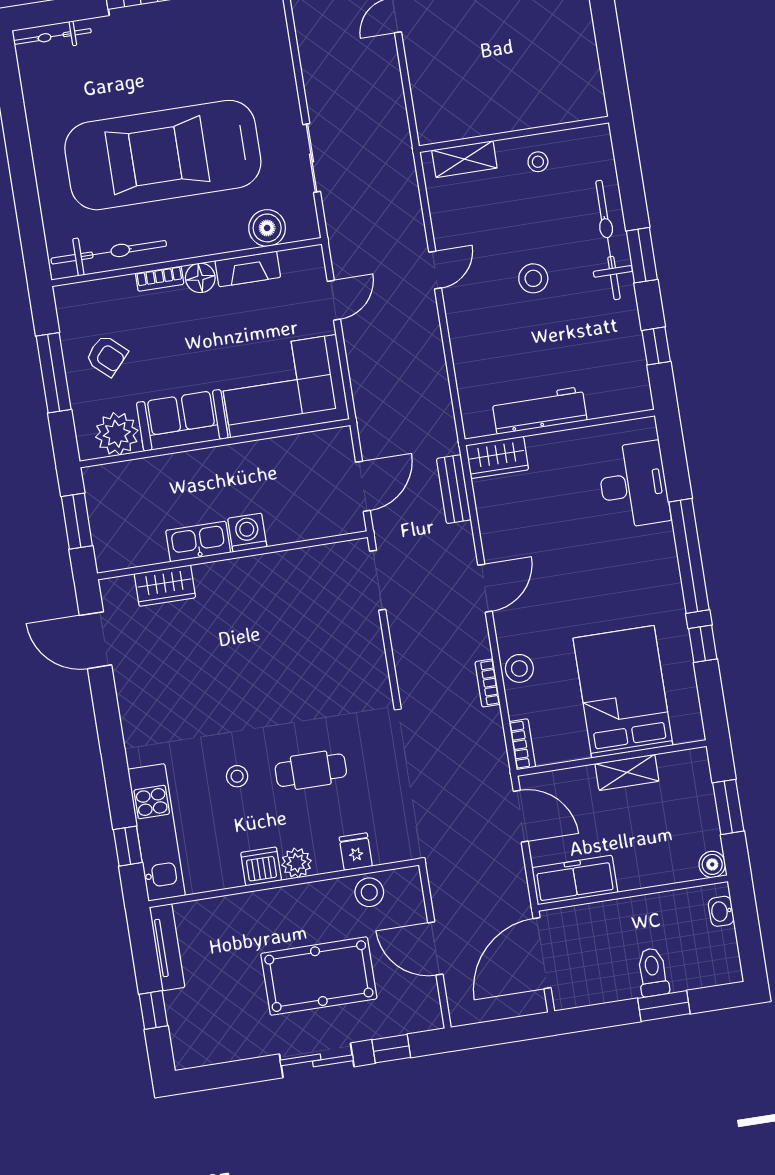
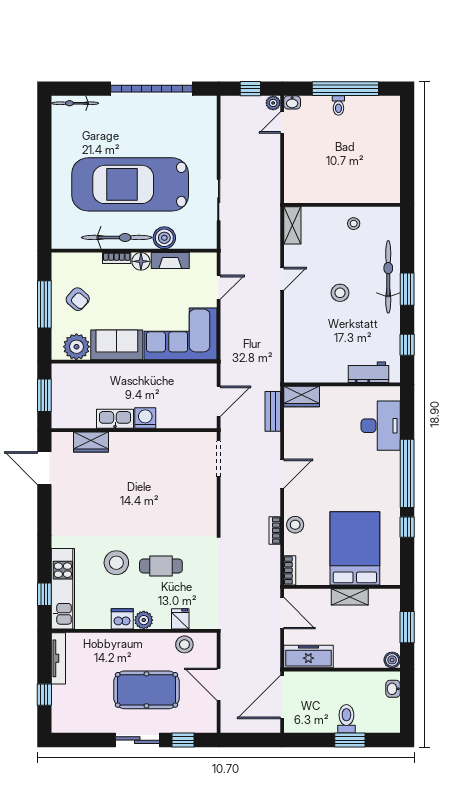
shelving: (464, 159) -> (292, 225), moved, turned 90
boiler: (267, 228) -> (164, 238), moved
bicycle: (109, 252) -> (117, 237), moved
workbench: (539, 410) -> (368, 372), moved, width x0.73
stool: (237, 776) -> (116, 563), width x1.89, depth x1.89

